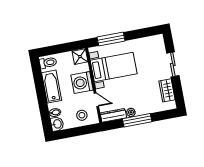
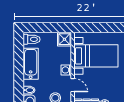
window: (111, 39) -> (99, 28), removed
washing machine: (82, 83) -> (66, 70), width x0.53, depth x0.53

